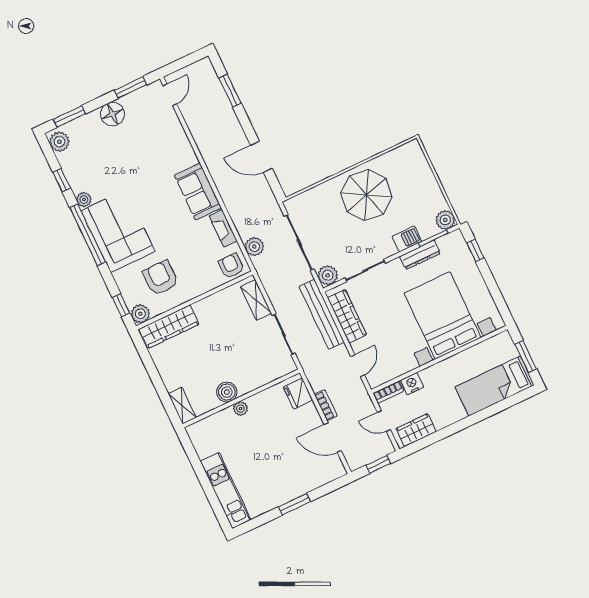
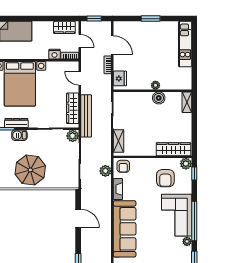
sofa: (198, 192) -> (125, 229), width x1.85, depth x1.27
door: (358, 366) -> (80, 78), hinge flipped

